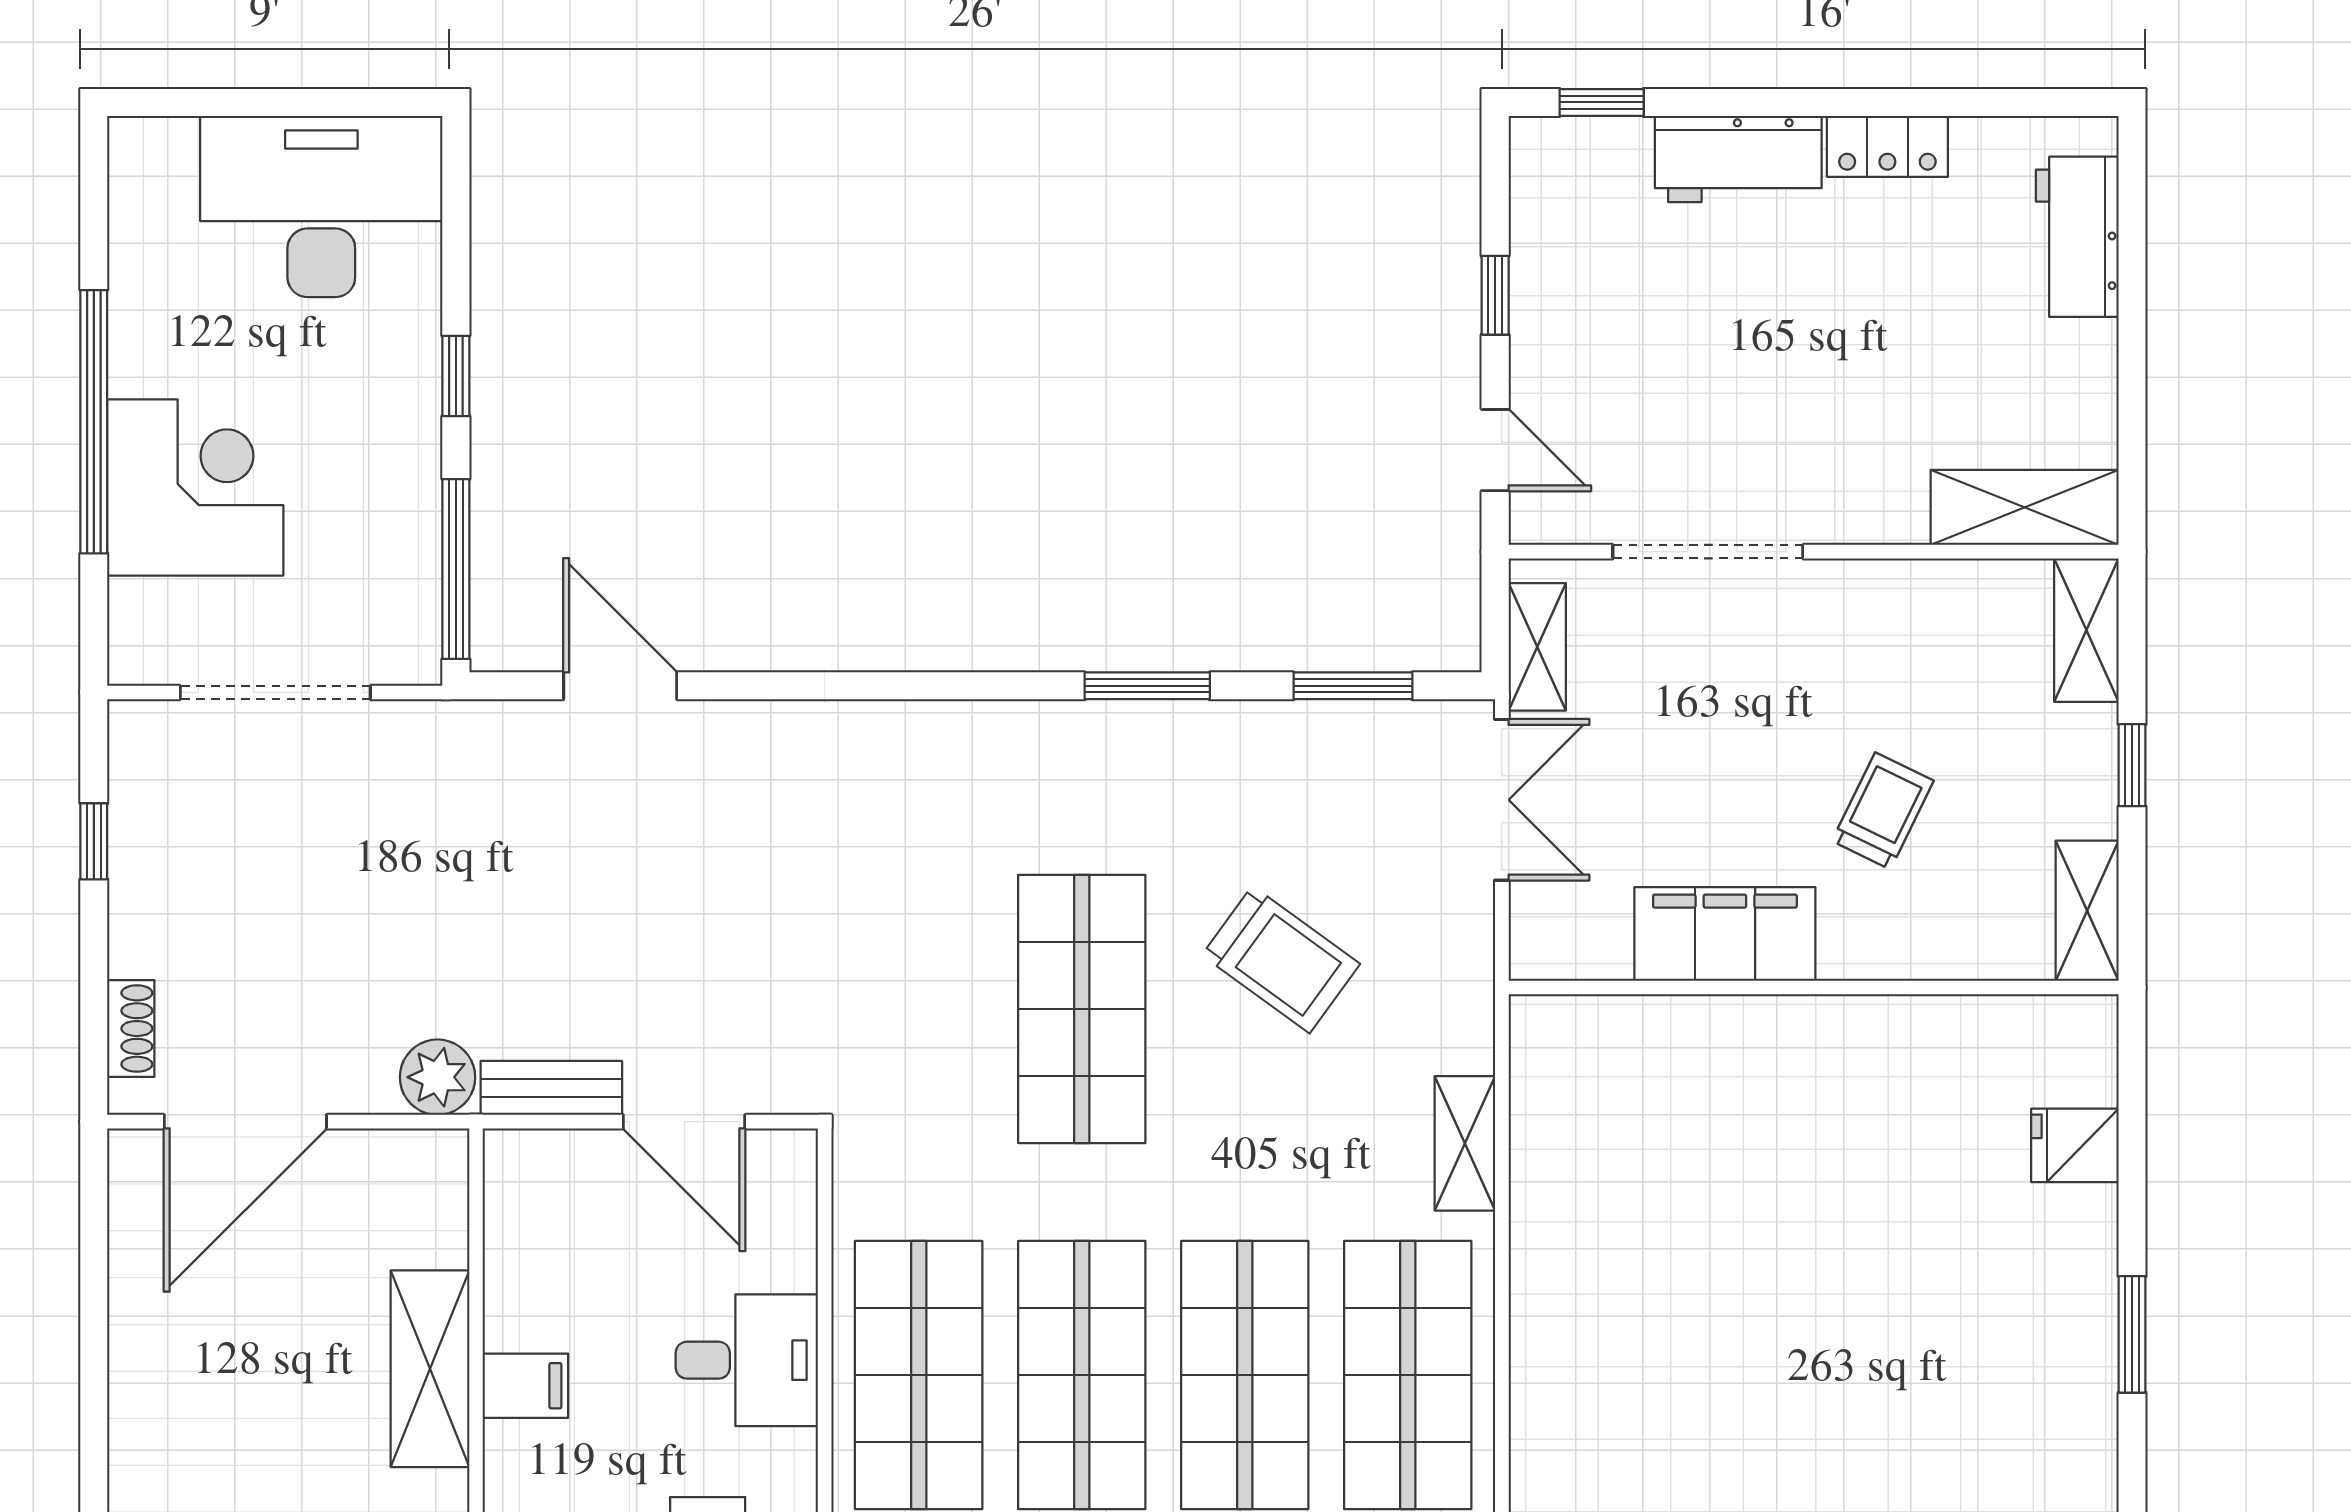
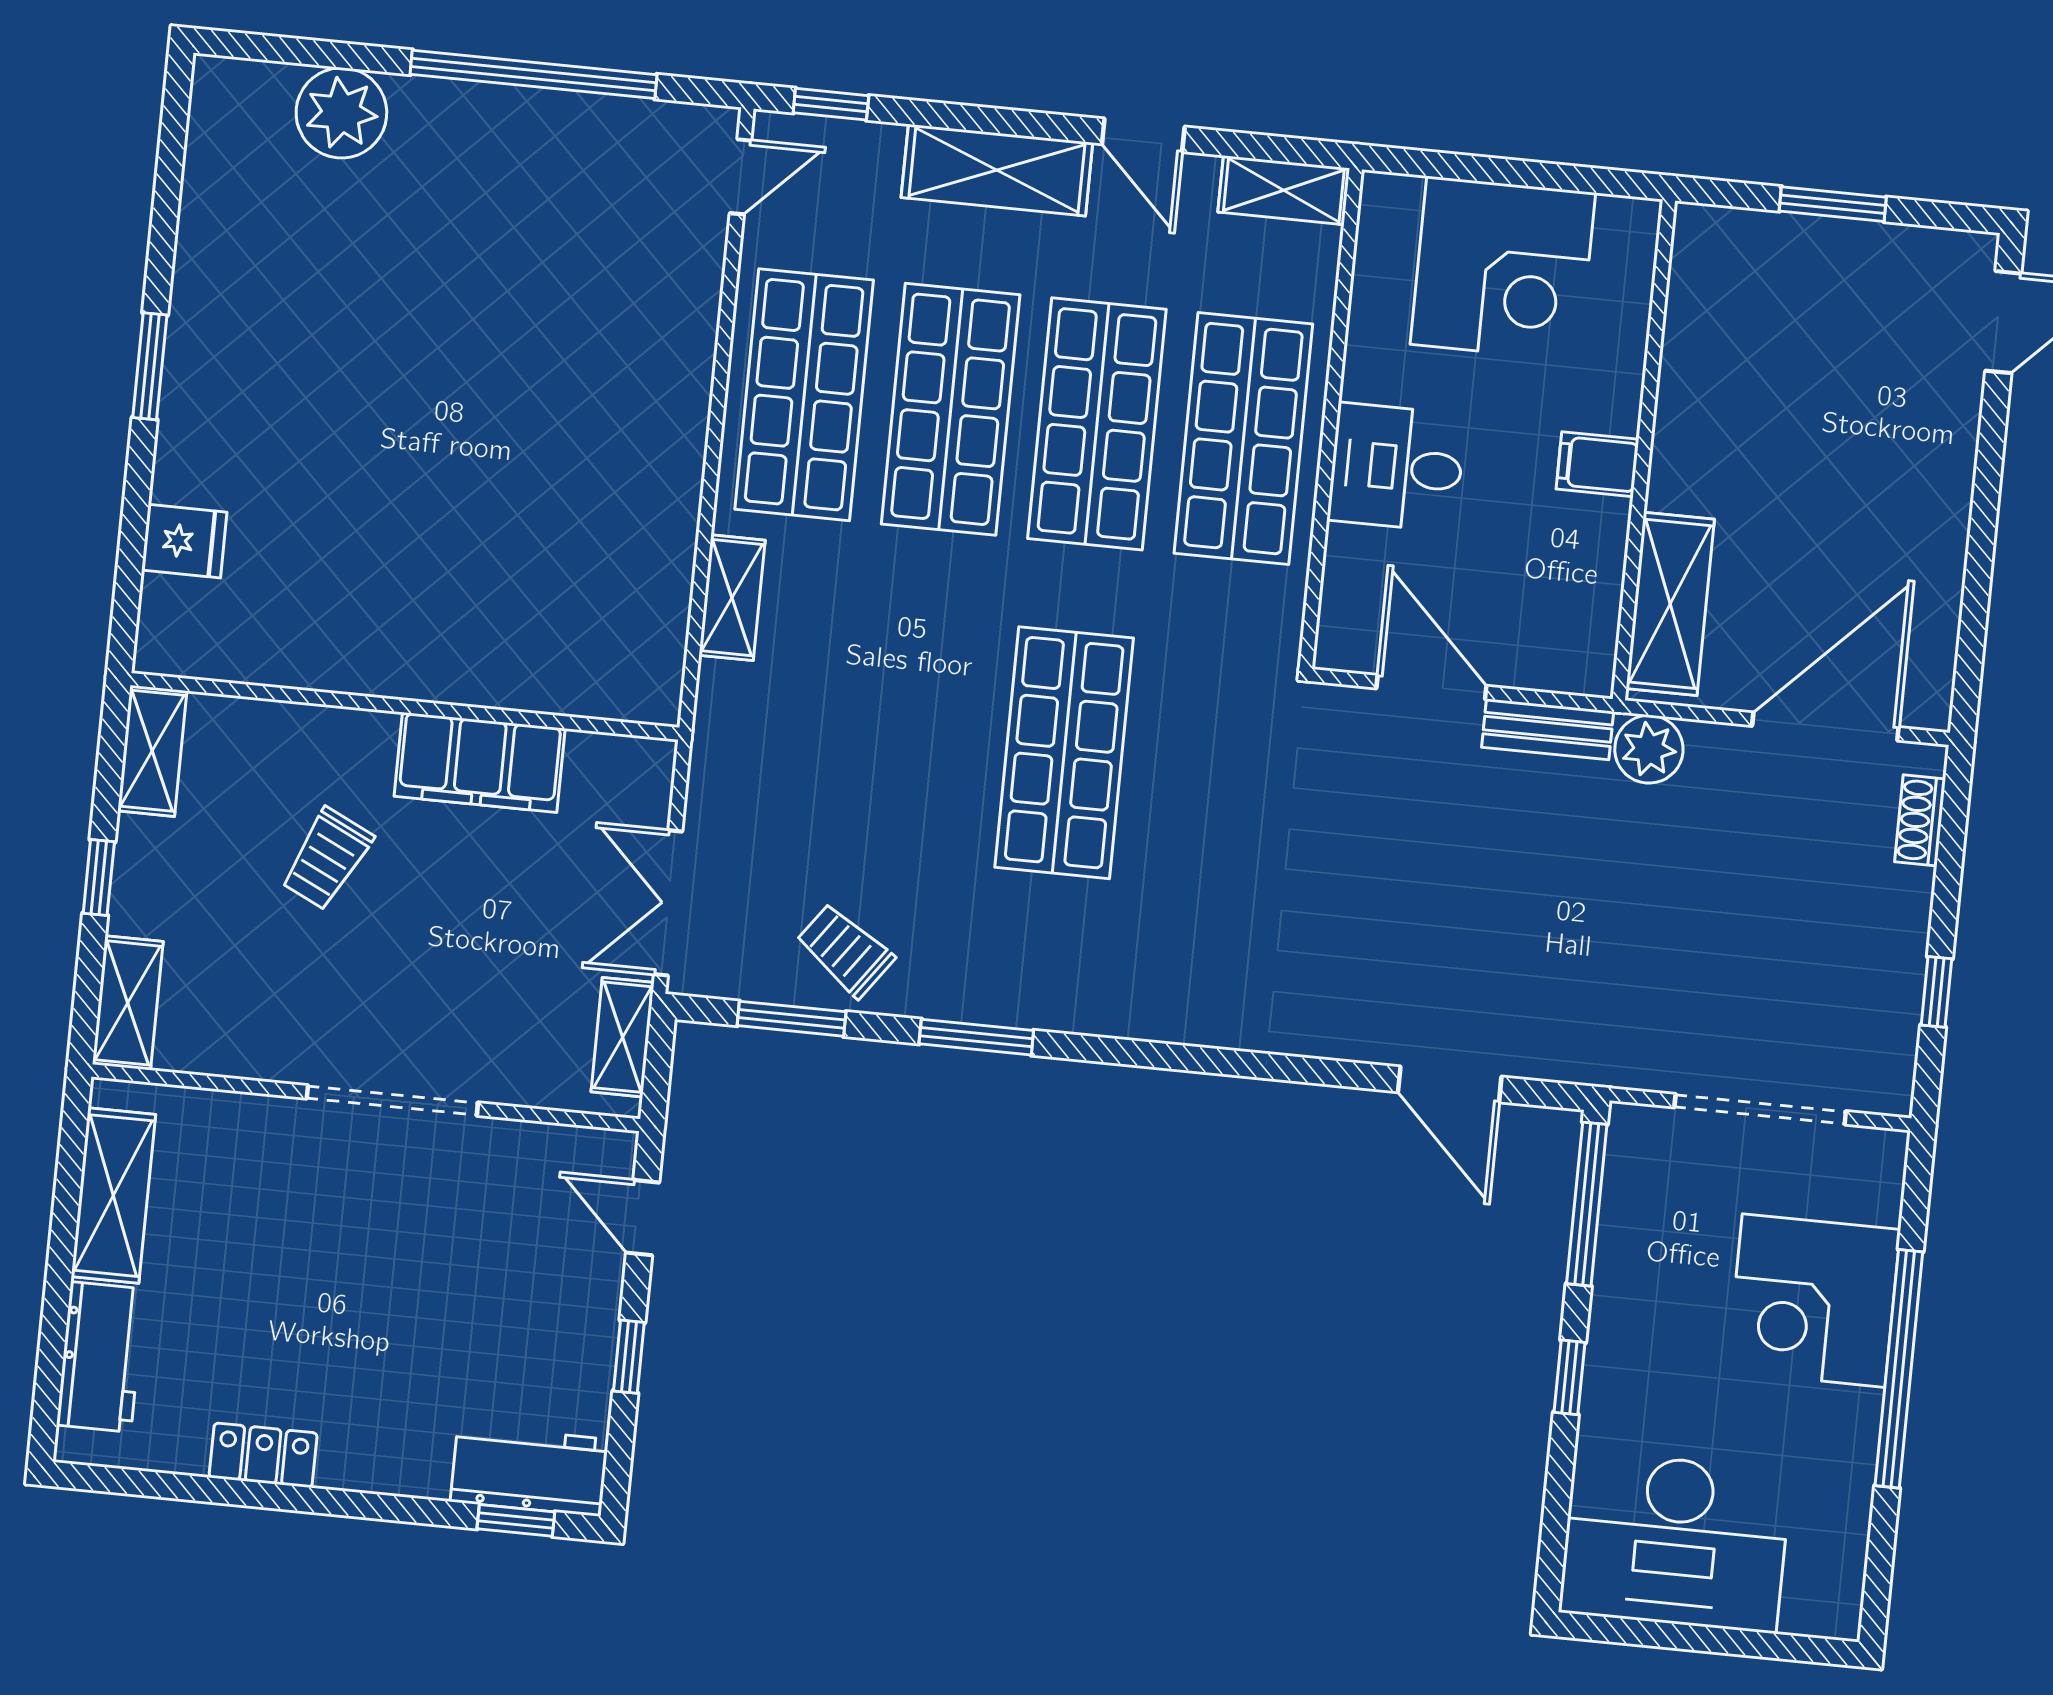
workbench: (1738, 159) -> (529, 1470), moved
shelving: (2025, 507) -> (113, 1196), moved, turned 90
doorway: (1708, 552) -> (392, 1100), moved
trolley: (1281, 959) -> (845, 950), moved, width x0.73, depth x0.72
shelving: (430, 1369) -> (1670, 604), moved

